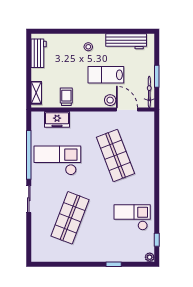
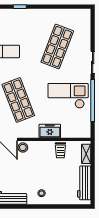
workbench: (39, 53) -> (84, 183), width x1.38
lab bench: (106, 75) -> (26, 169), removed
freezer: (57, 119) -> (50, 131), moved
checkout: (57, 160) -> (68, 96), turned 180

